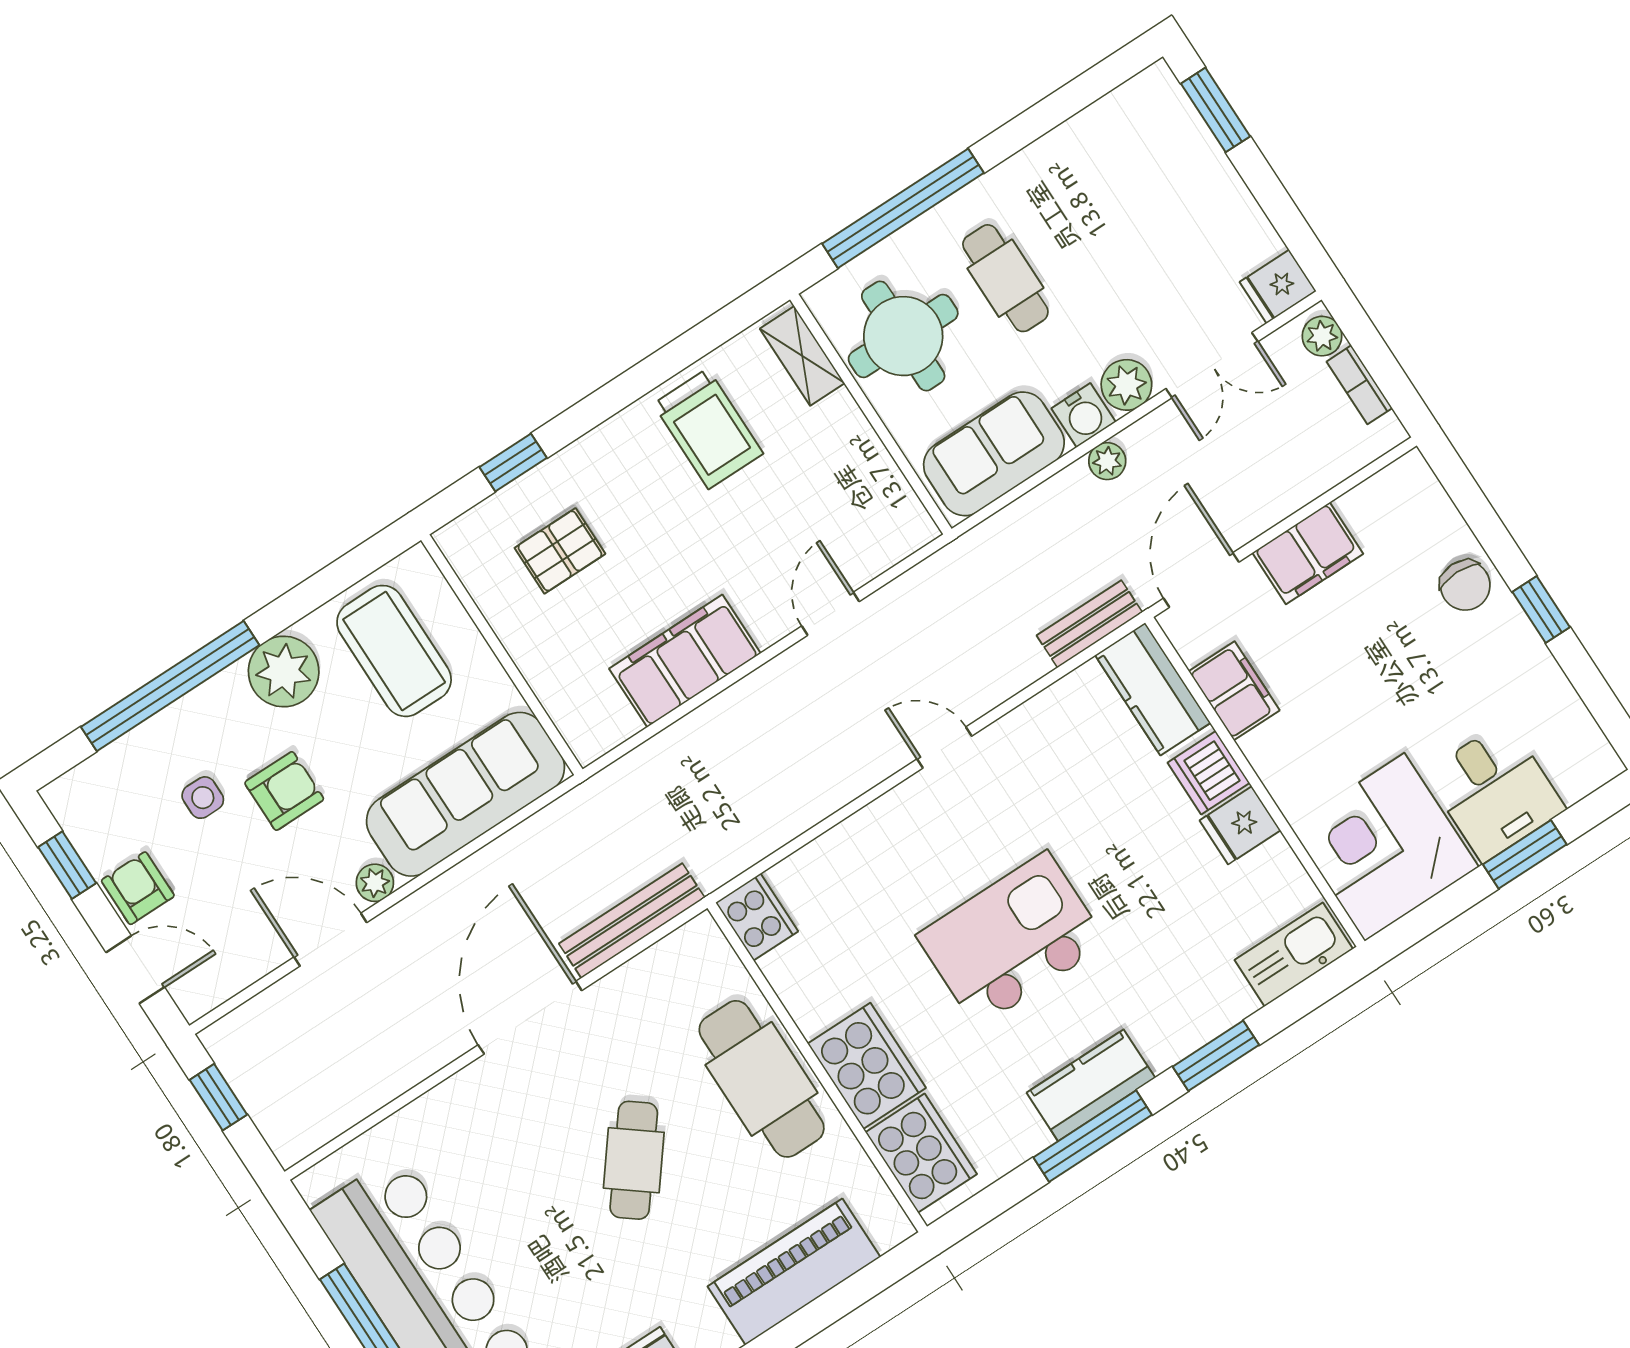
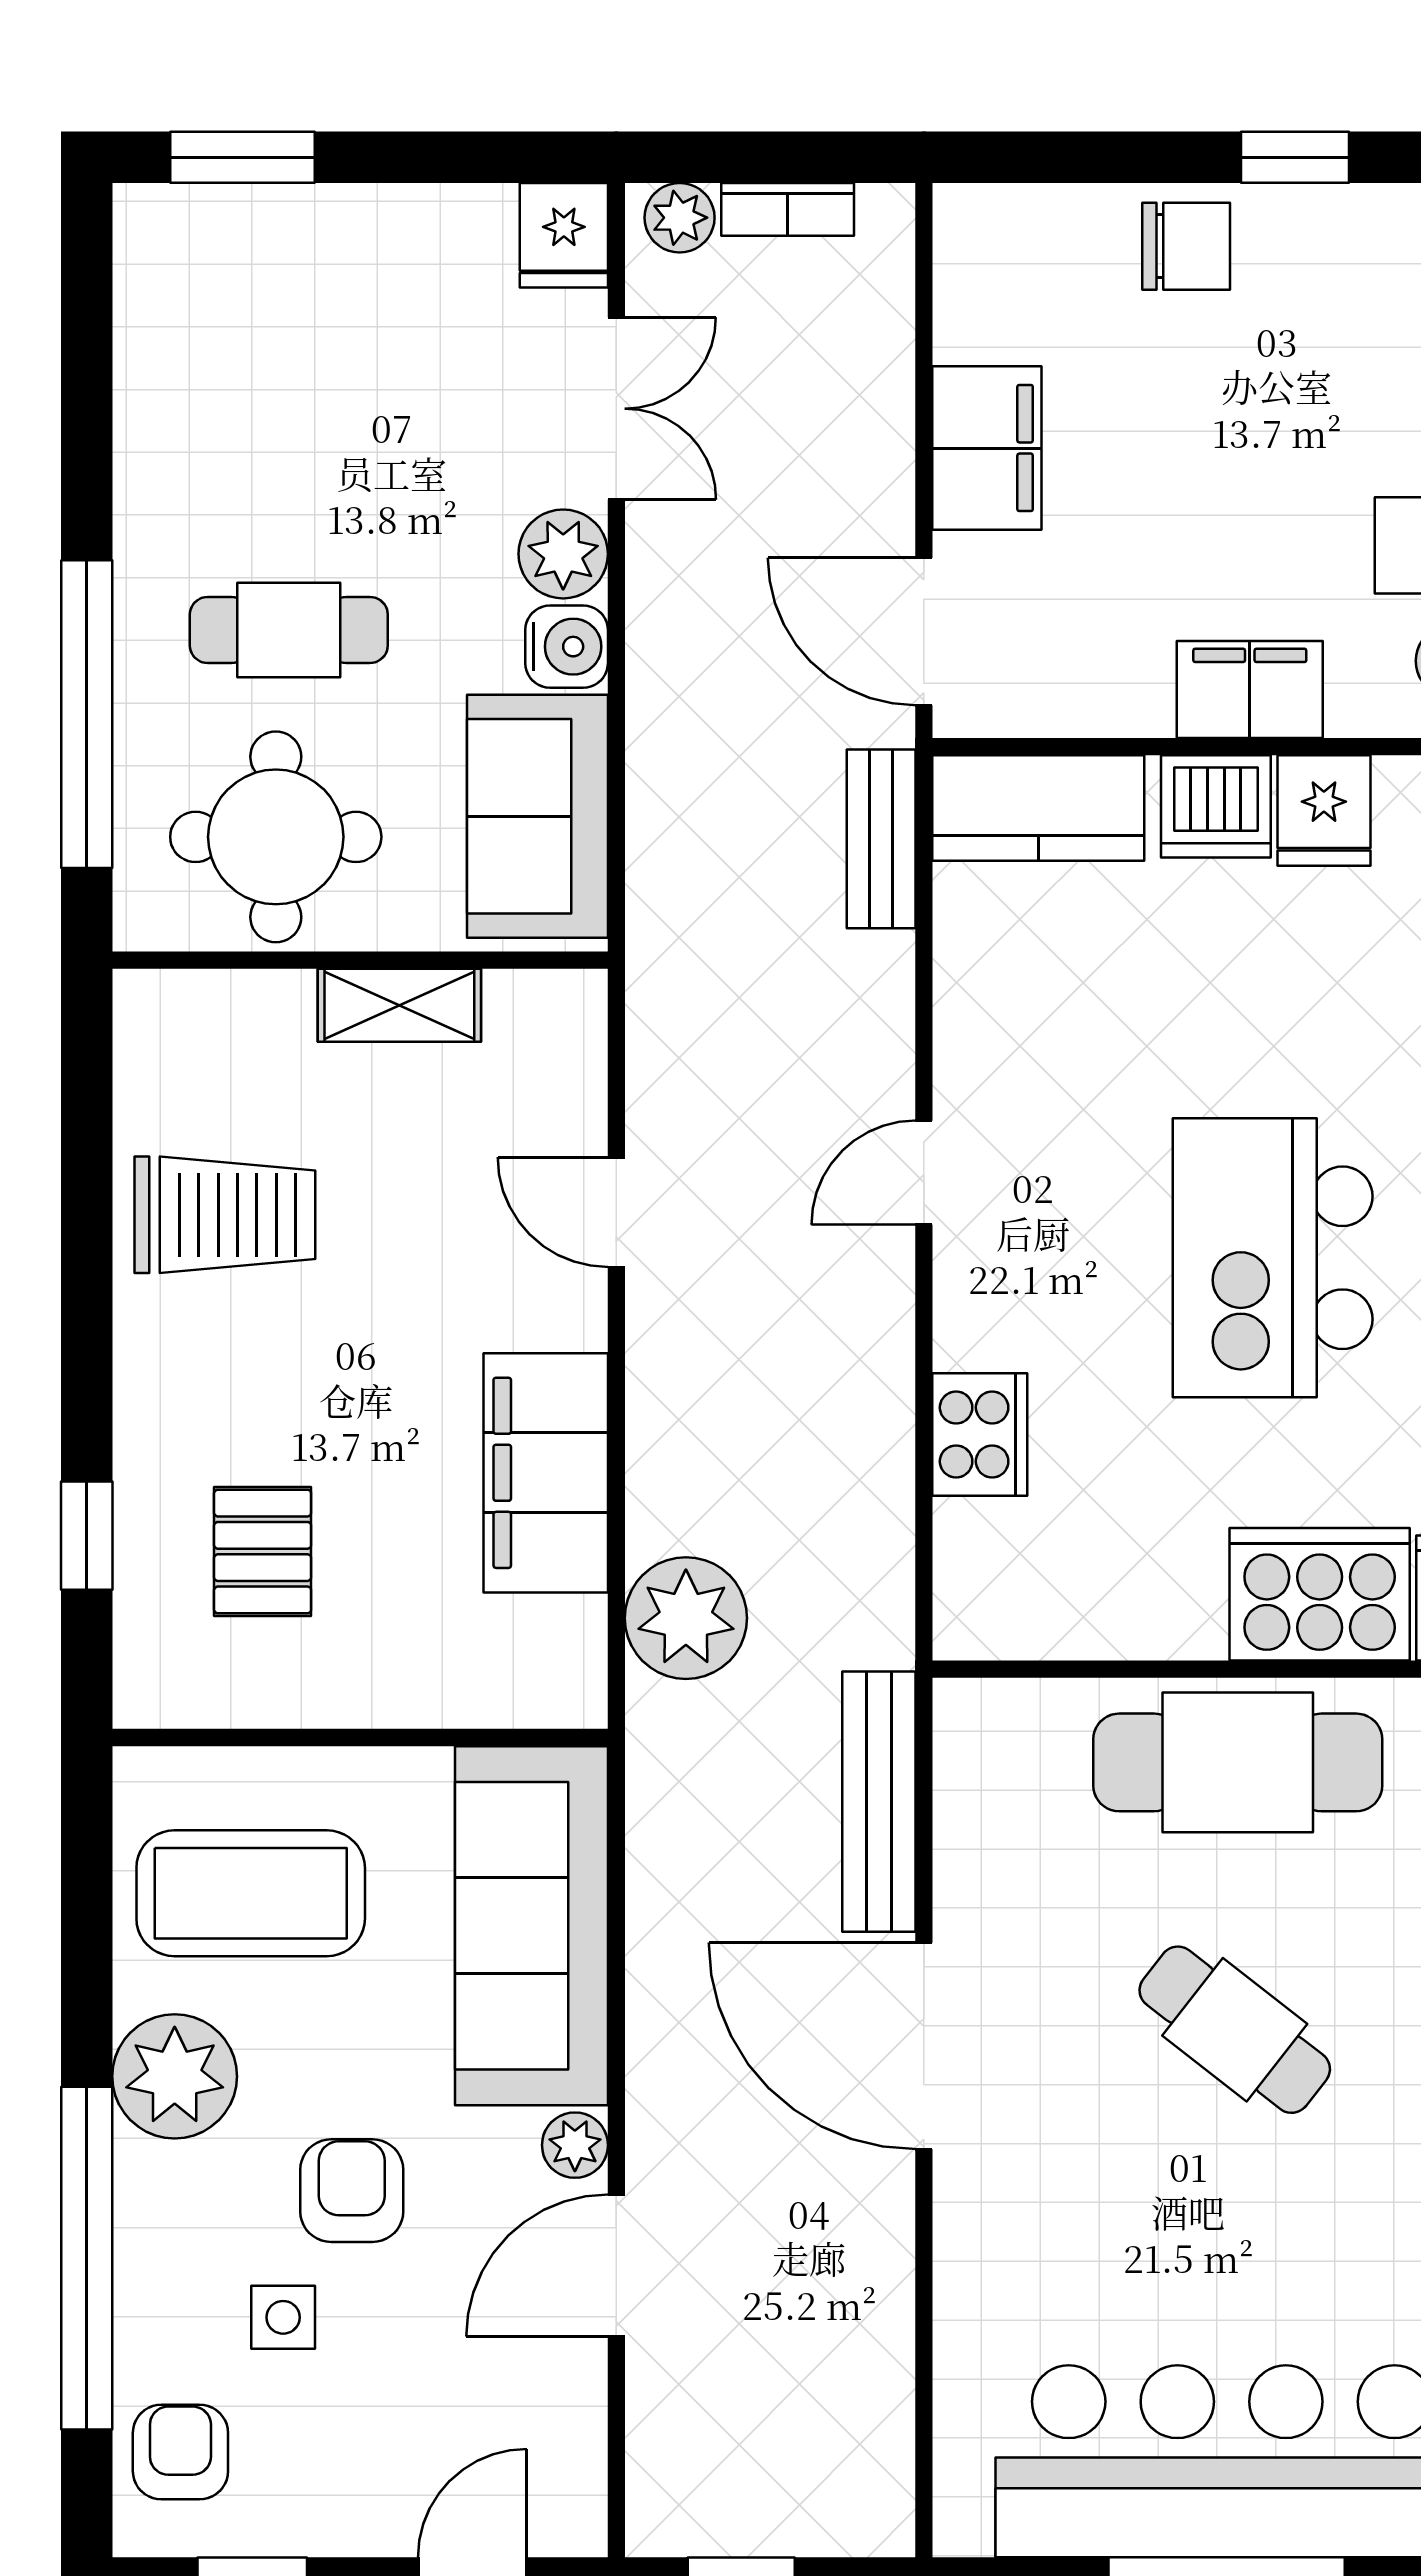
shelving: (802, 356) -> (399, 1005), moved
plant: (1107, 461) -> (686, 1618), moved, width x1.88, depth x1.88
filing cabinet: (1234, 691) -> (1250, 689), moved
armchair: (138, 888) -> (180, 2452), moved, turned 90
cooker: (757, 917) -> (980, 1434), moved, turned 90

